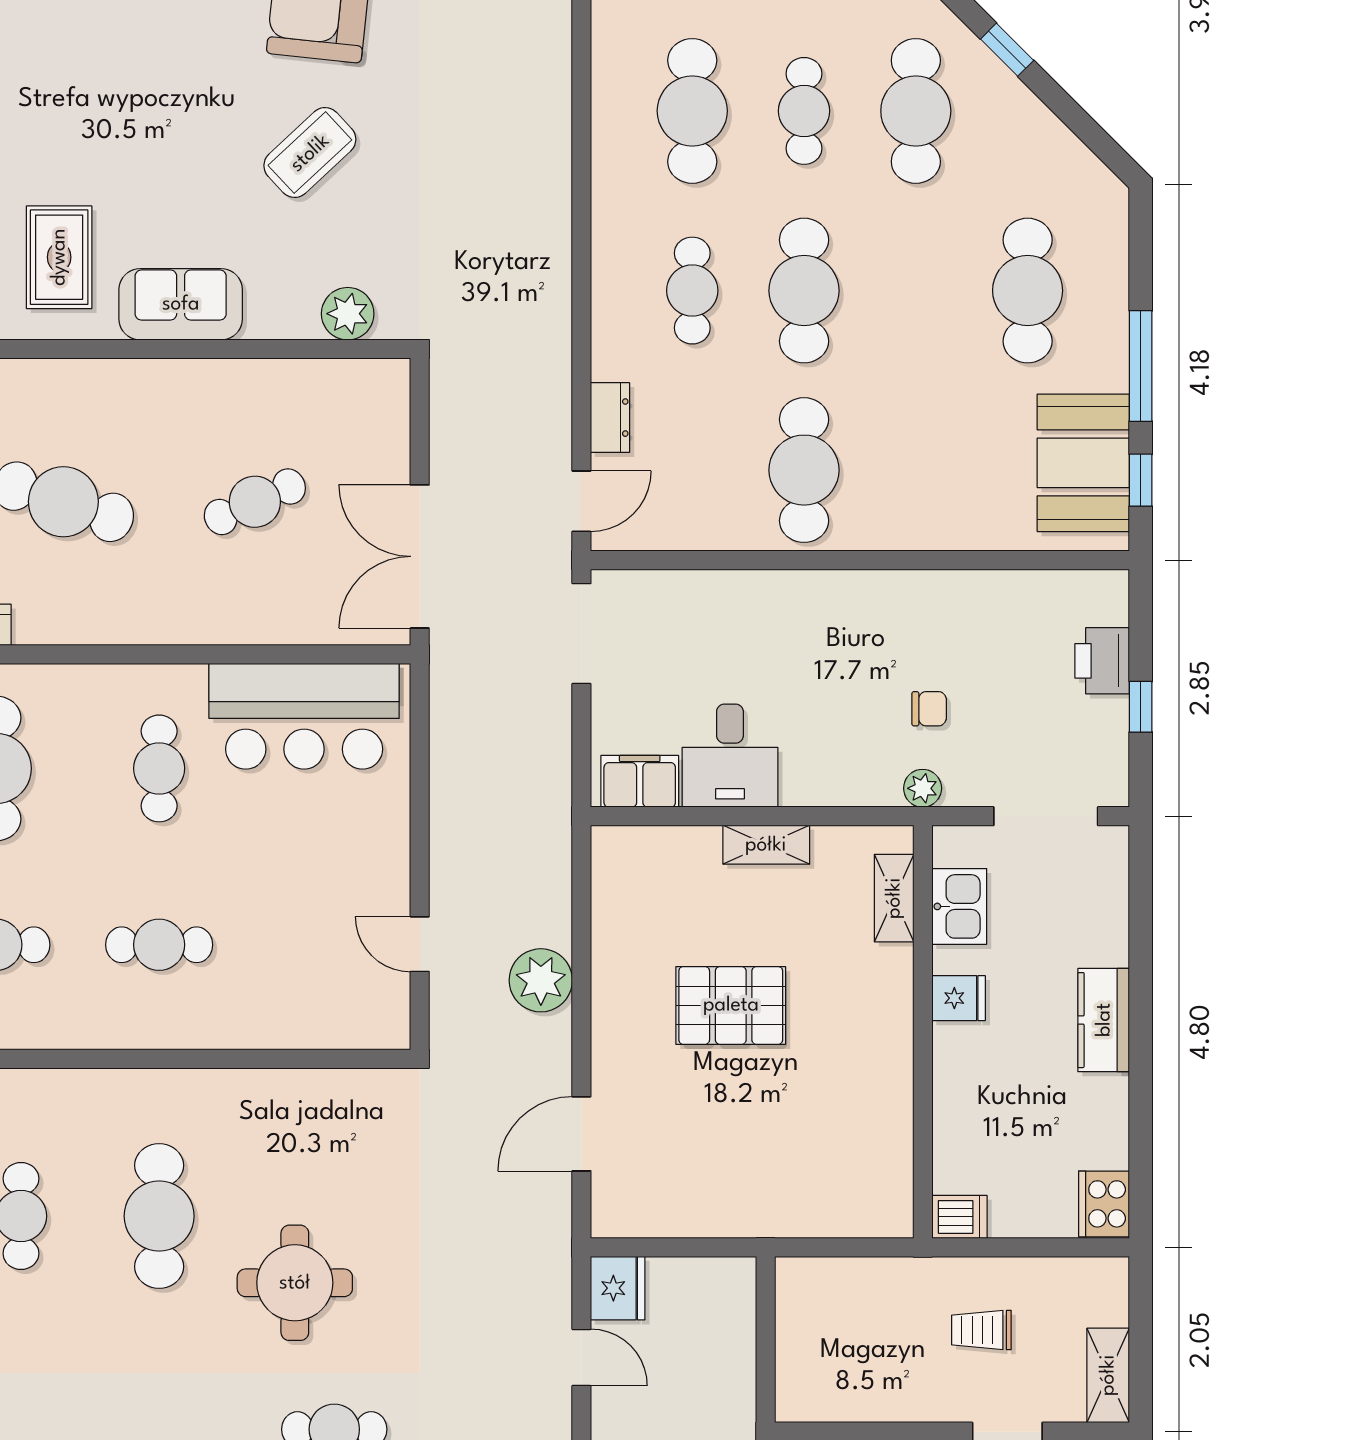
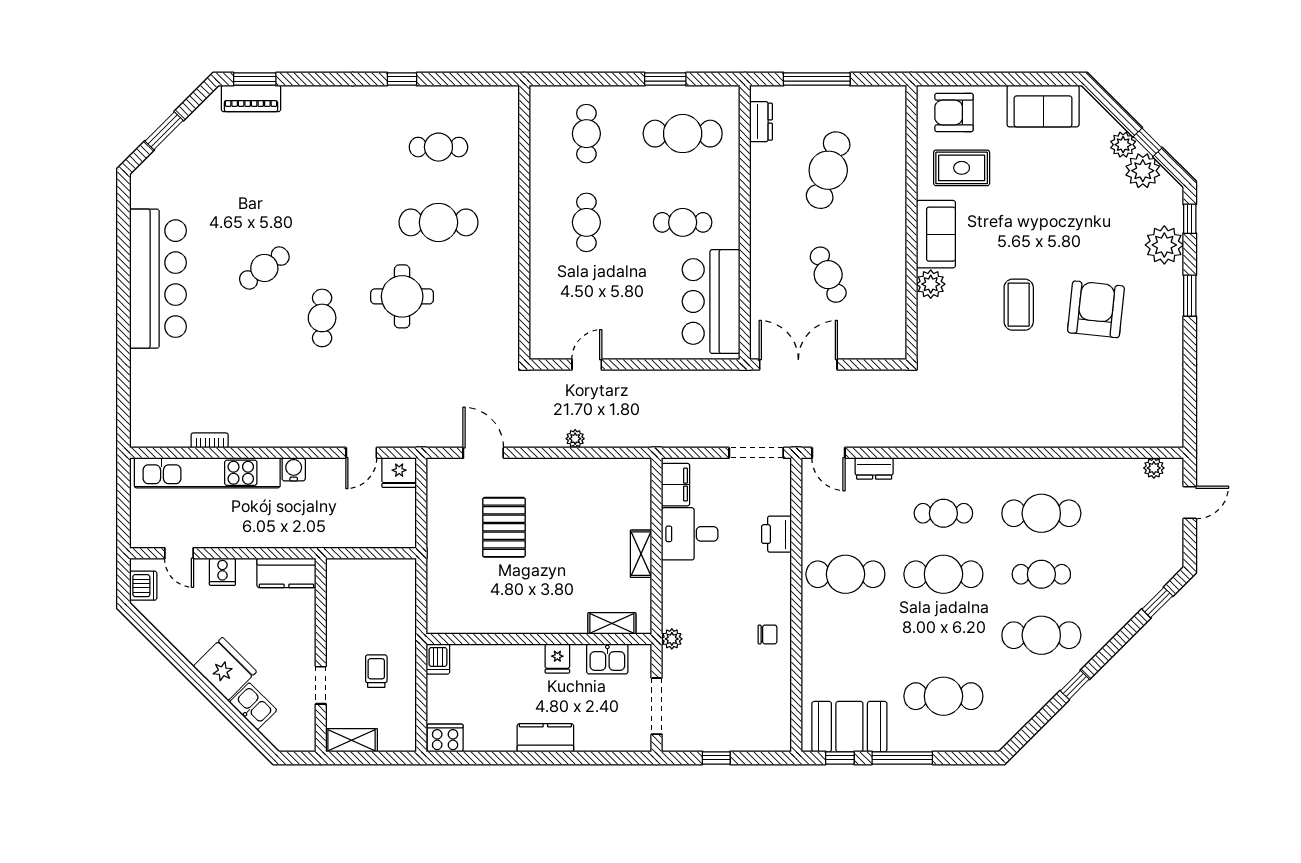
coffee table: (310, 153) -> (1019, 305), turned 43
plant: (348, 314) -> (931, 284), moved
printer: (1102, 661) -> (776, 534), moved, turned -90
chair: (929, 709) -> (767, 634), moved, turned -90
plant: (541, 980) -> (575, 439), width x0.53, depth x0.53
pallet: (731, 1005) -> (504, 527), moved

